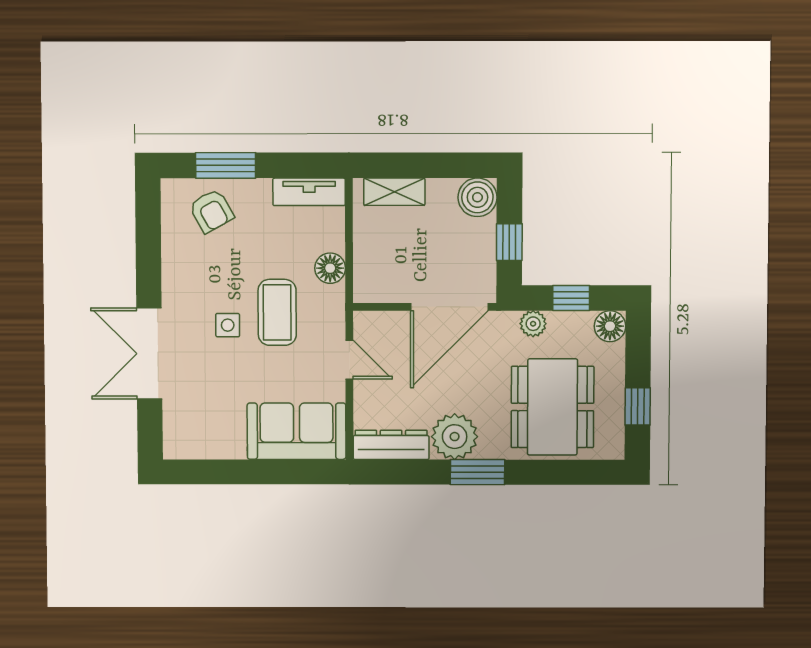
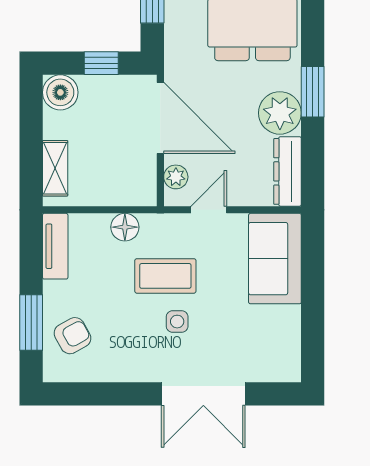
plant: (533, 324) -> (176, 177), moved

